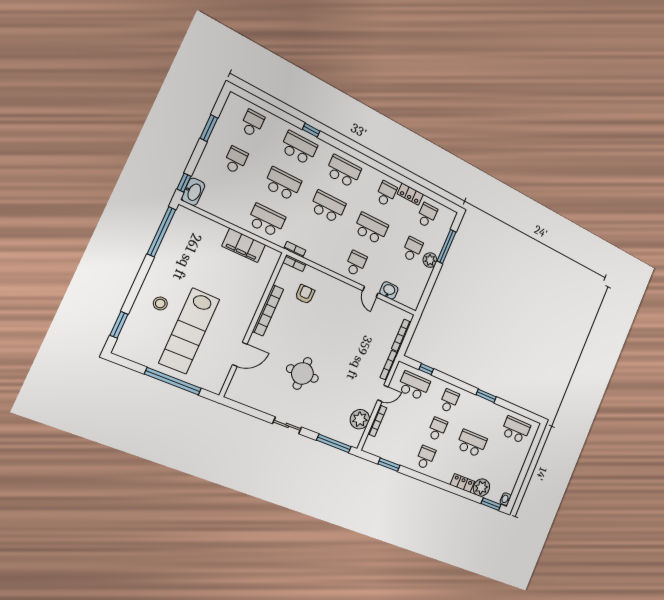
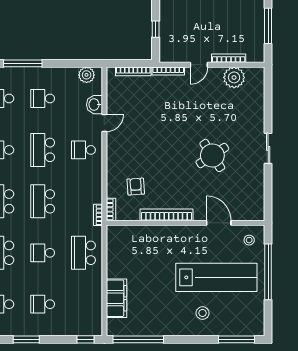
school desk: (283, 184) -> (43, 253), width x0.54
washbasin: (193, 192) -> (90, 328), removed
filing cabinet: (244, 245) -> (116, 298), moved
plant: (430, 260) -> (87, 75), moved
armchair: (305, 294) -> (136, 187), turned 86
window: (119, 325) -> (237, 339), width x1.44
round table: (302, 373) -> (212, 155), turned -33
stool: (211, 376) -> (249, 240), added
school desk: (414, 386) -> (178, 35), removed
door: (383, 393) -> (199, 65), swing flipped
window: (334, 443) -> (268, 94), removed
window: (389, 465) -> (268, 26), width x1.44

